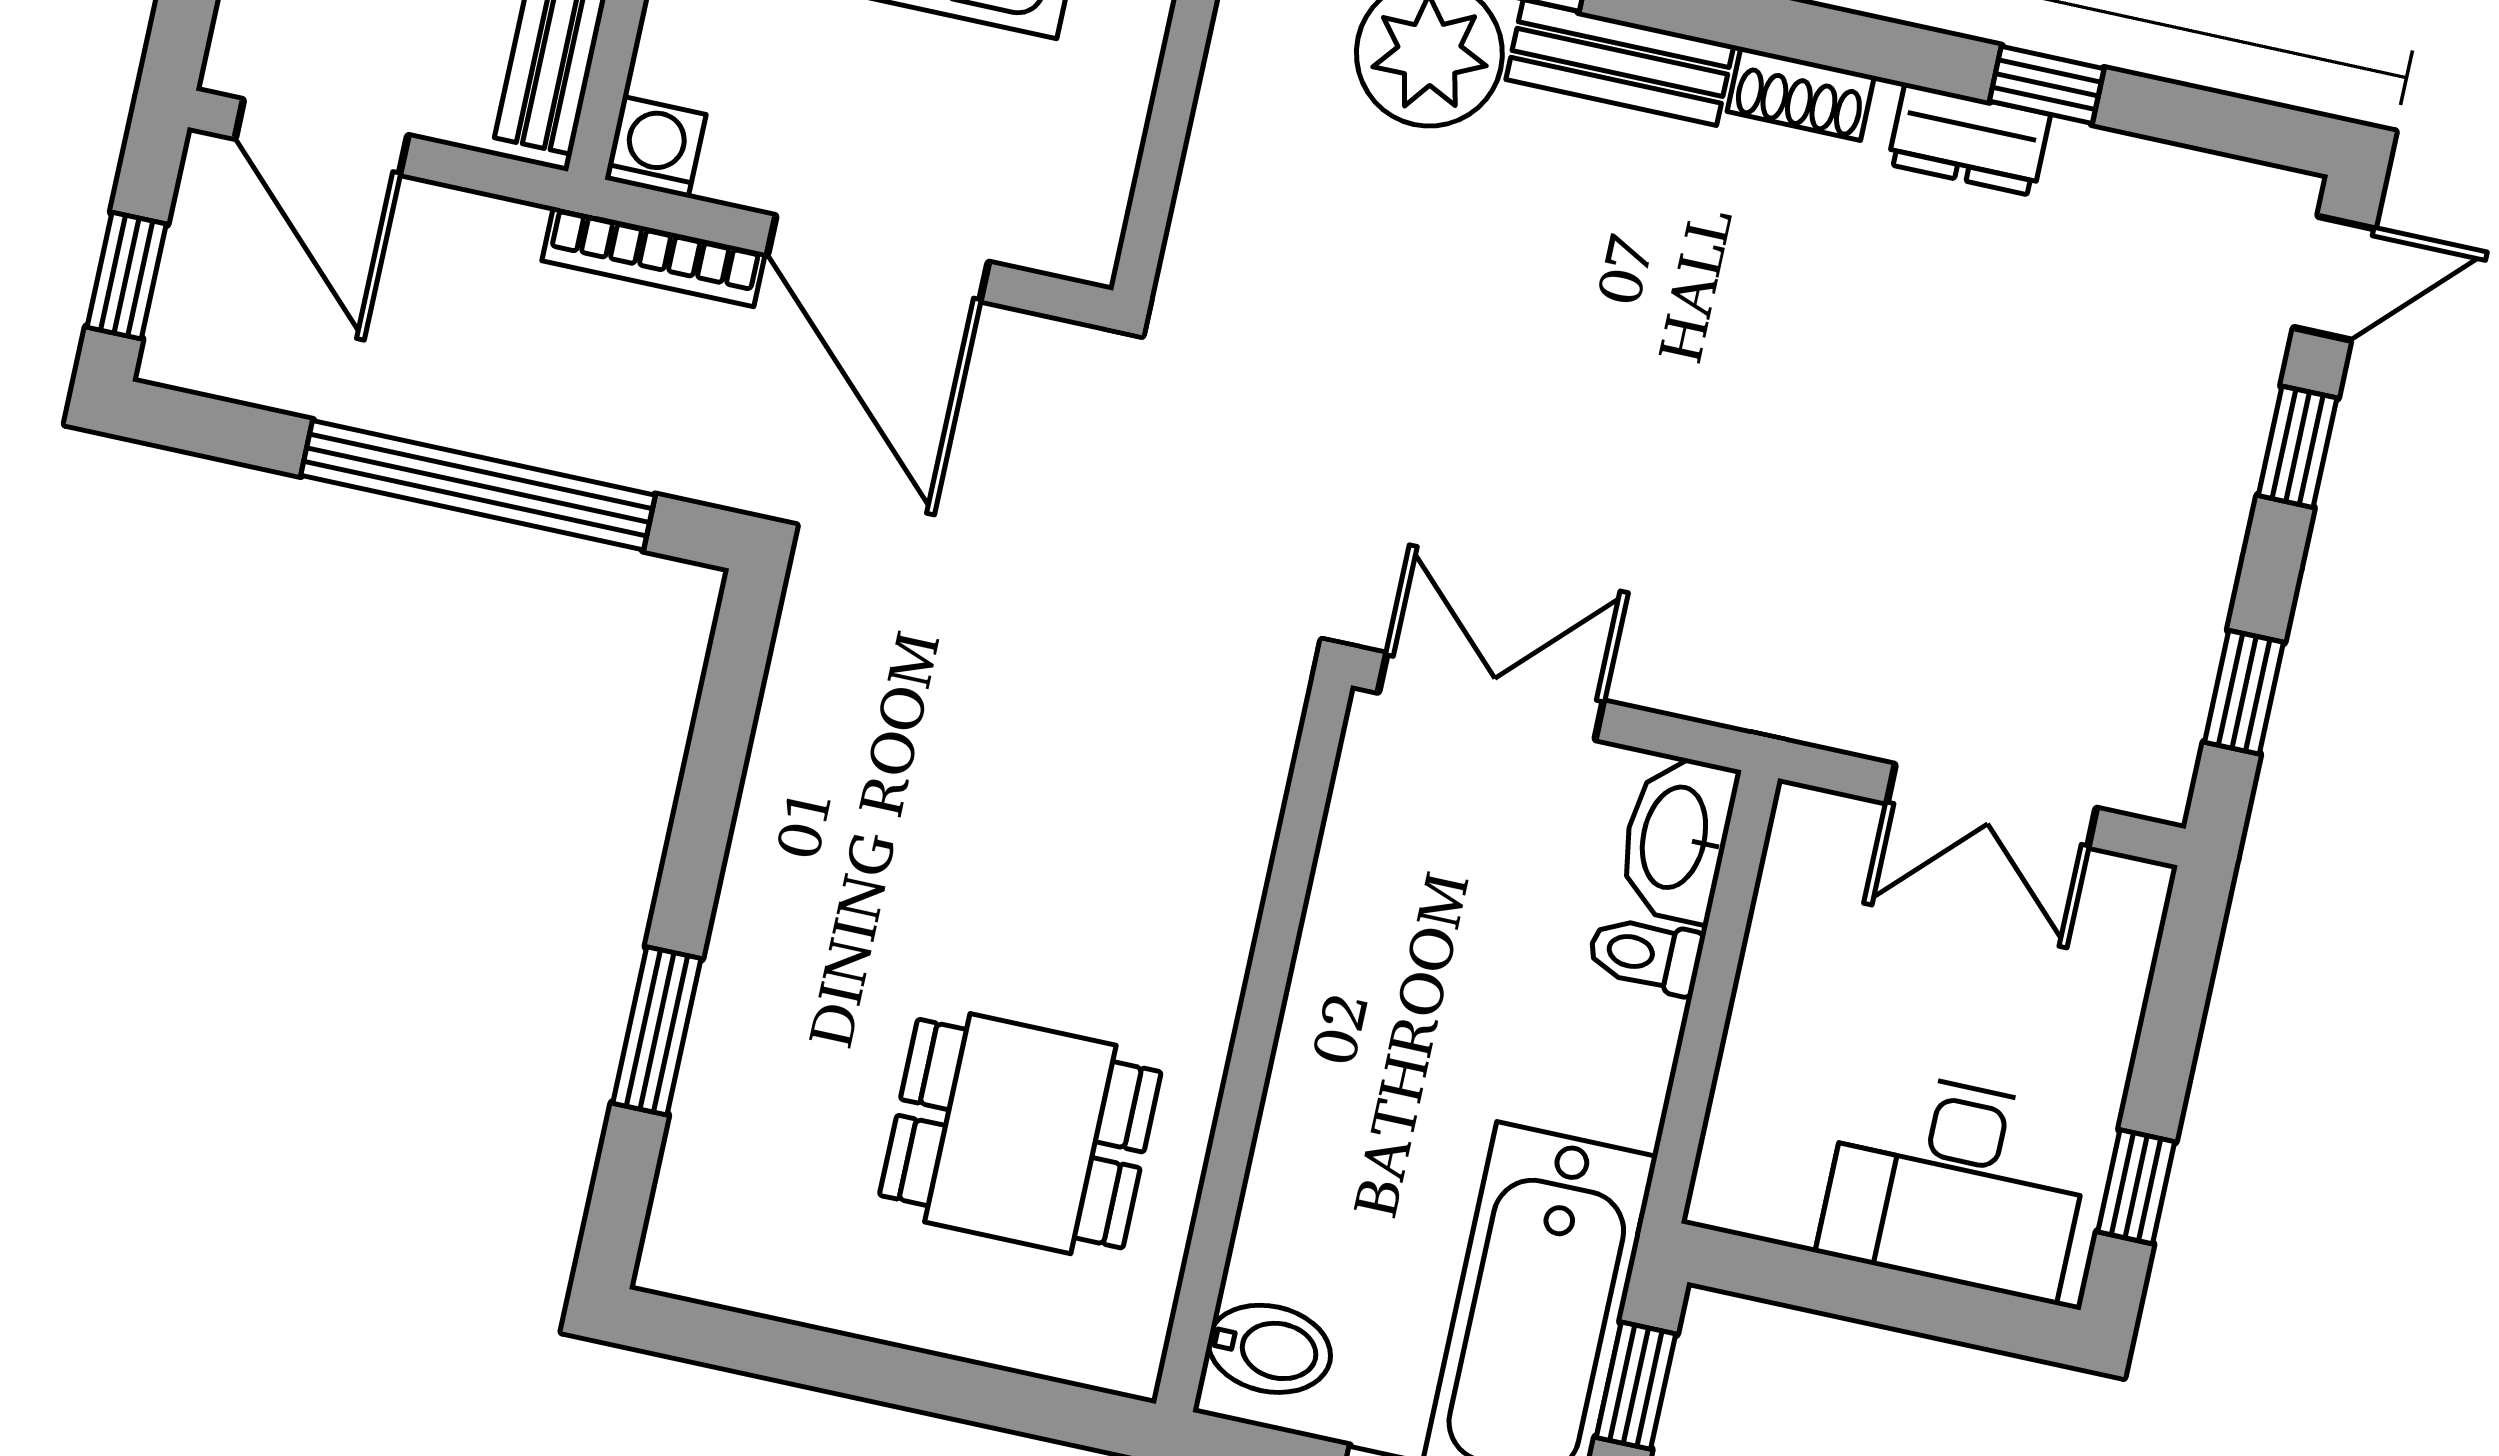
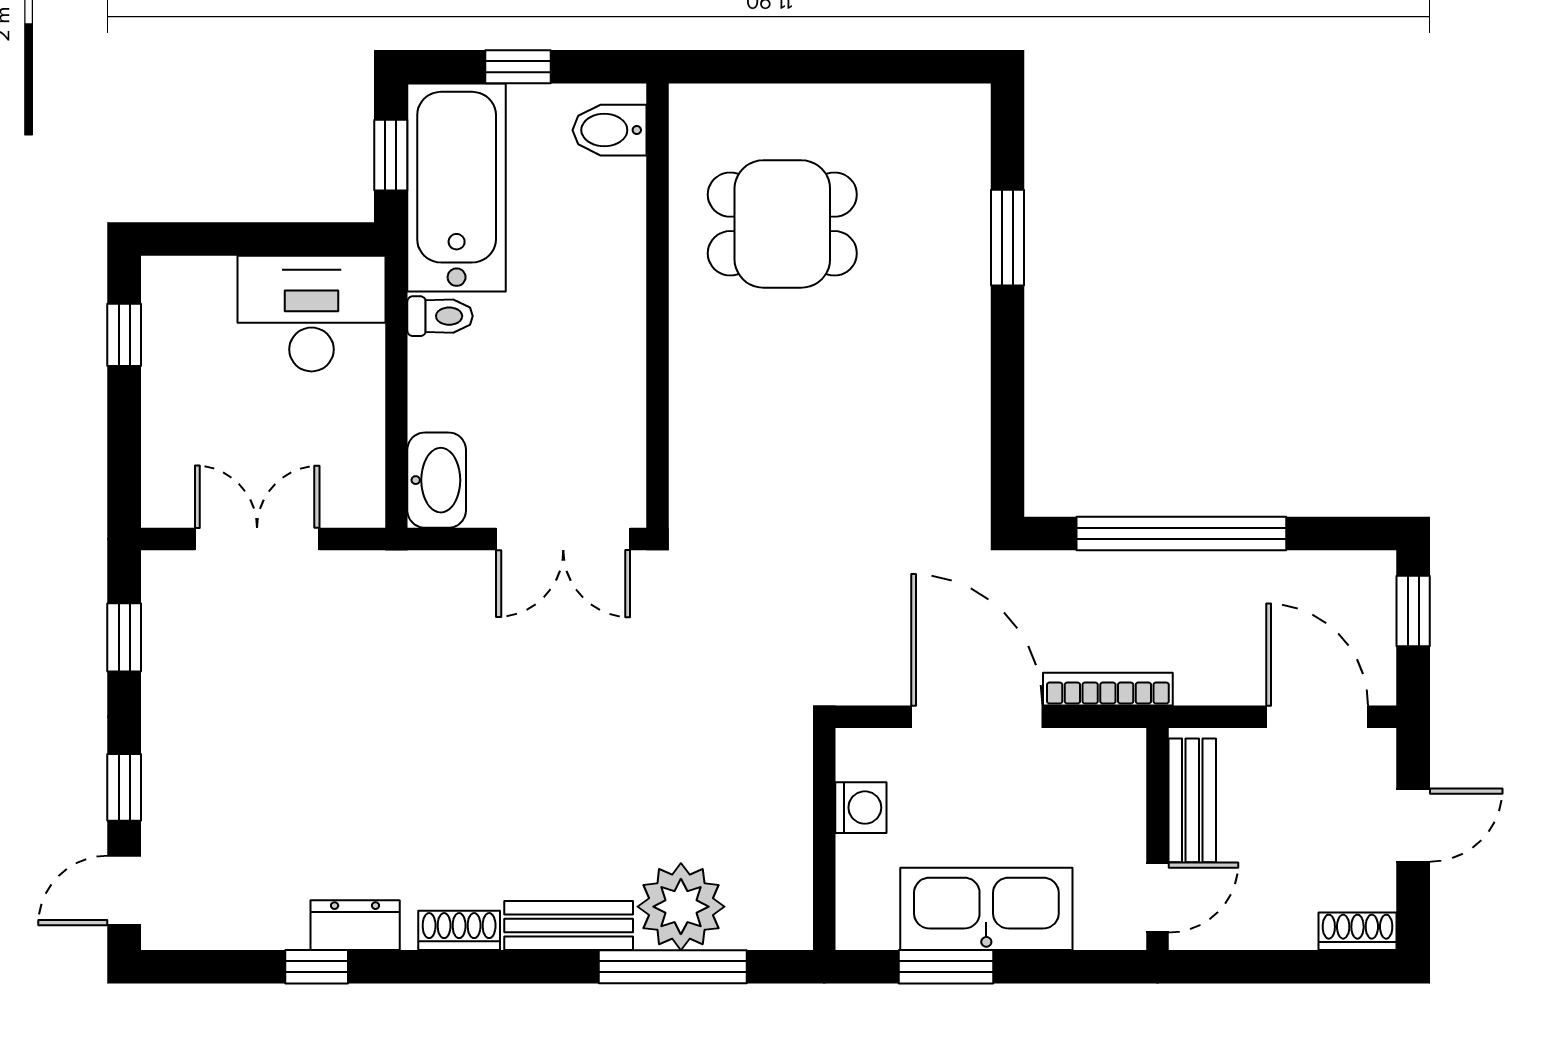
washing machine: (655, 147) -> (861, 808), moved, turned -90
toilet: (1646, 955) -> (440, 316), moved
desk: (1956, 1184) -> (312, 314), moved

